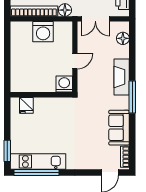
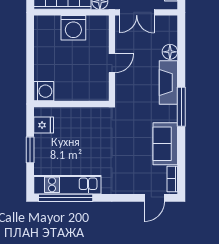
floor lamp: (123, 38) -> (170, 52), moved
washing machine: (64, 84) -> (44, 91), moved, turned 90
fridge: (26, 105) -> (44, 125), moved, turned -90
window: (7, 151) -> (30, 150), moved

